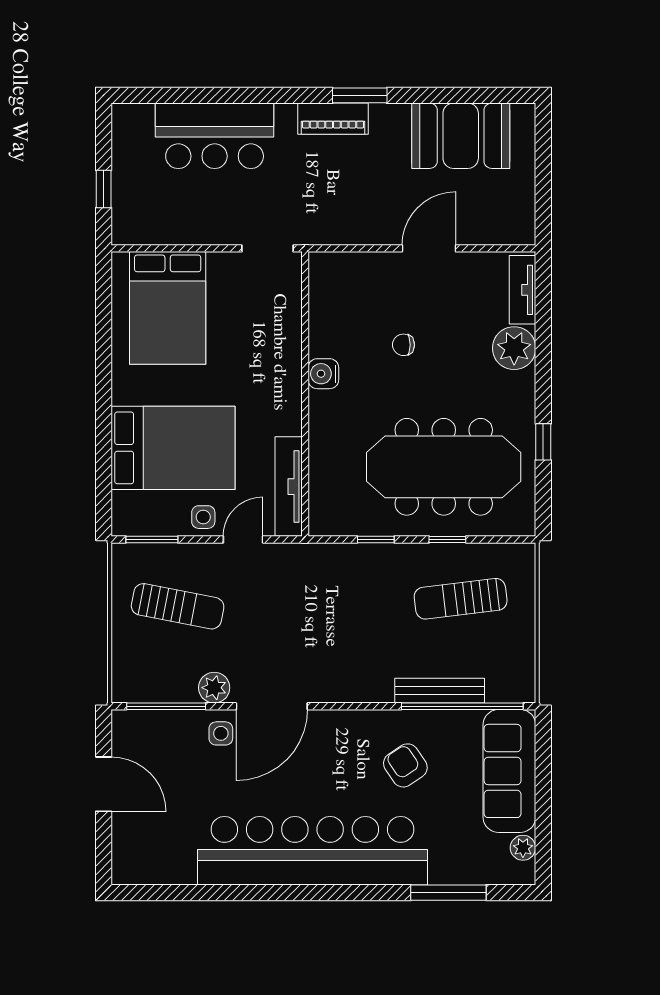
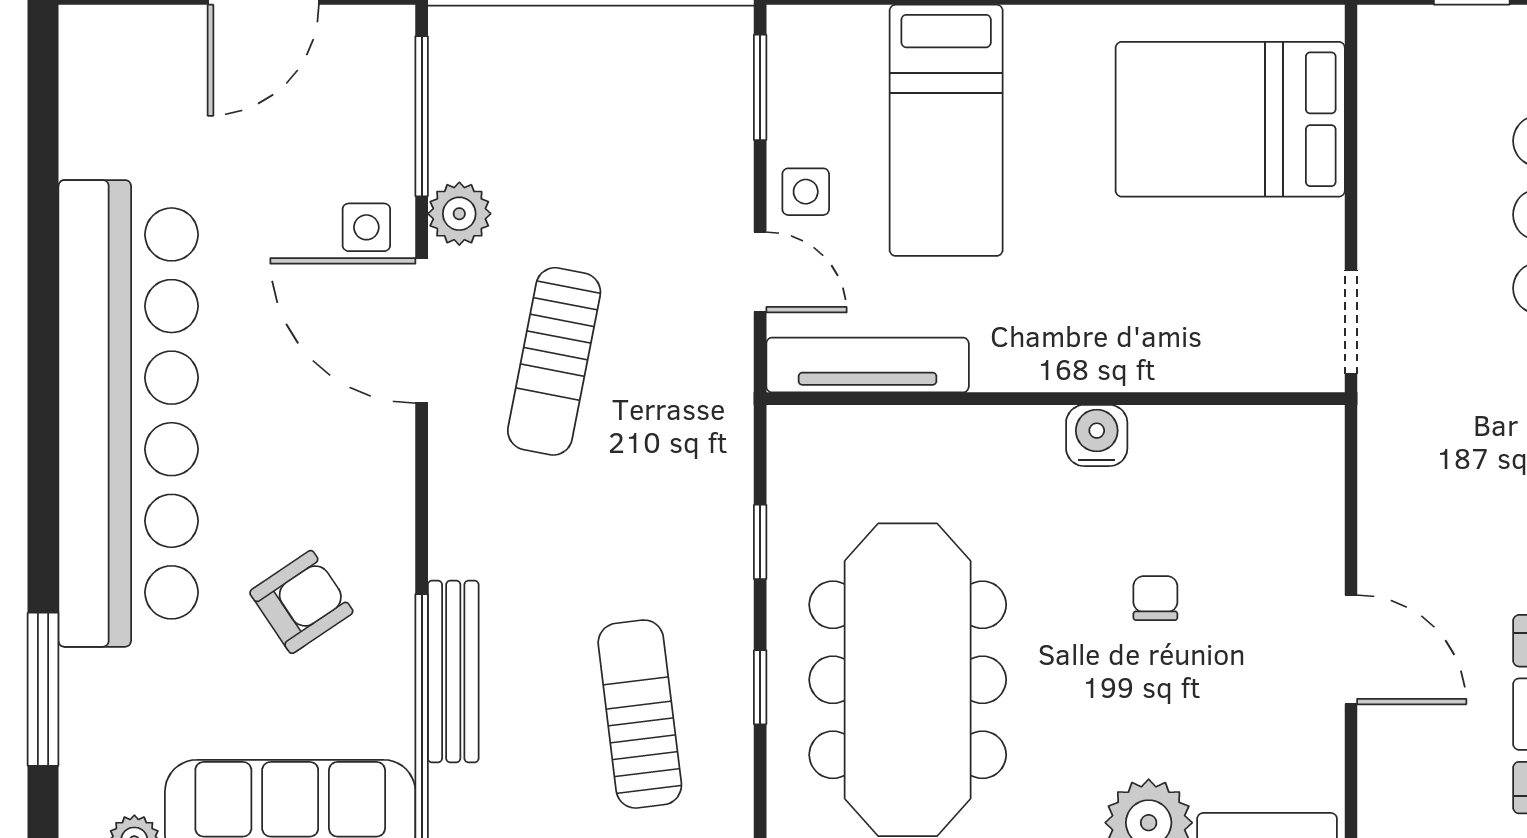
bed: (173, 448) -> (946, 130), width x0.67
sun lounger: (178, 606) -> (554, 361), moved

